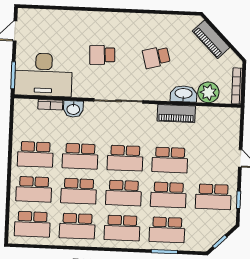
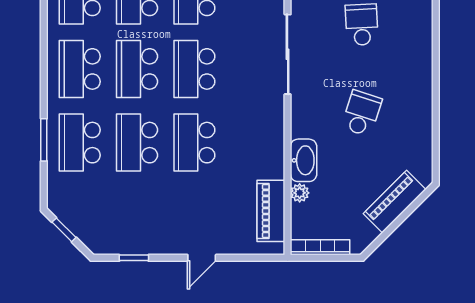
school desk: (156, 57) -> (362, 113), turned 33
plant: (208, 92) -> (300, 193), width x0.53, depth x0.53
piano: (176, 113) -> (271, 211), moved
school desk: (213, 197) -> (137, 216), removed

